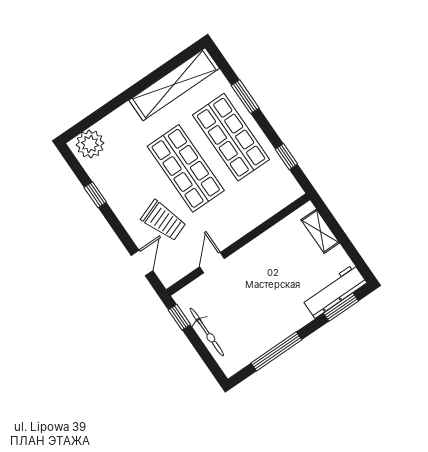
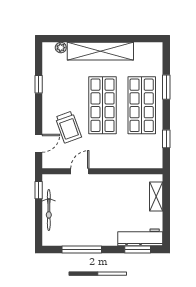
shelving: (174, 84) -> (100, 51), moved
plant: (90, 144) -> (61, 48), width x0.53, depth x0.53

